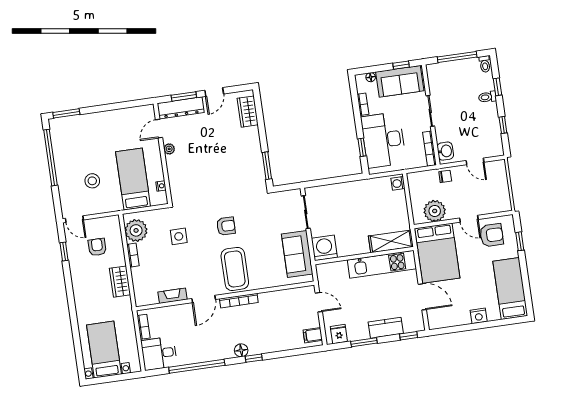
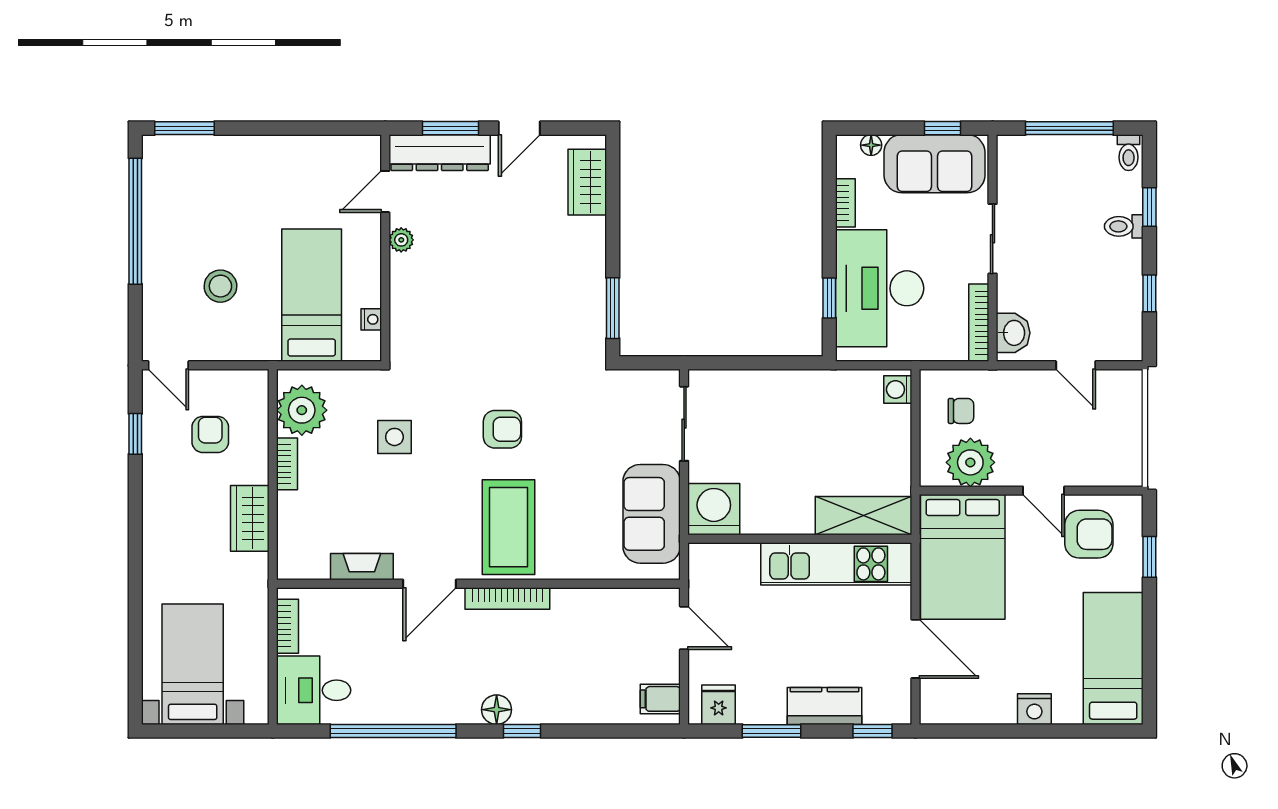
chair: (445, 176) -> (961, 411), moved

